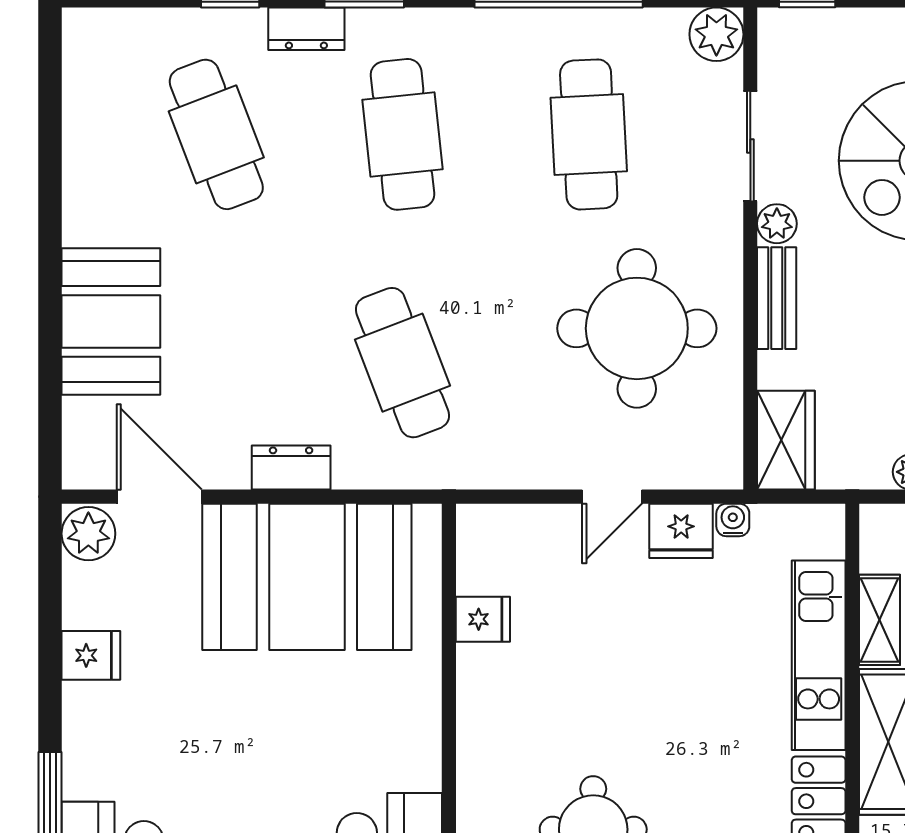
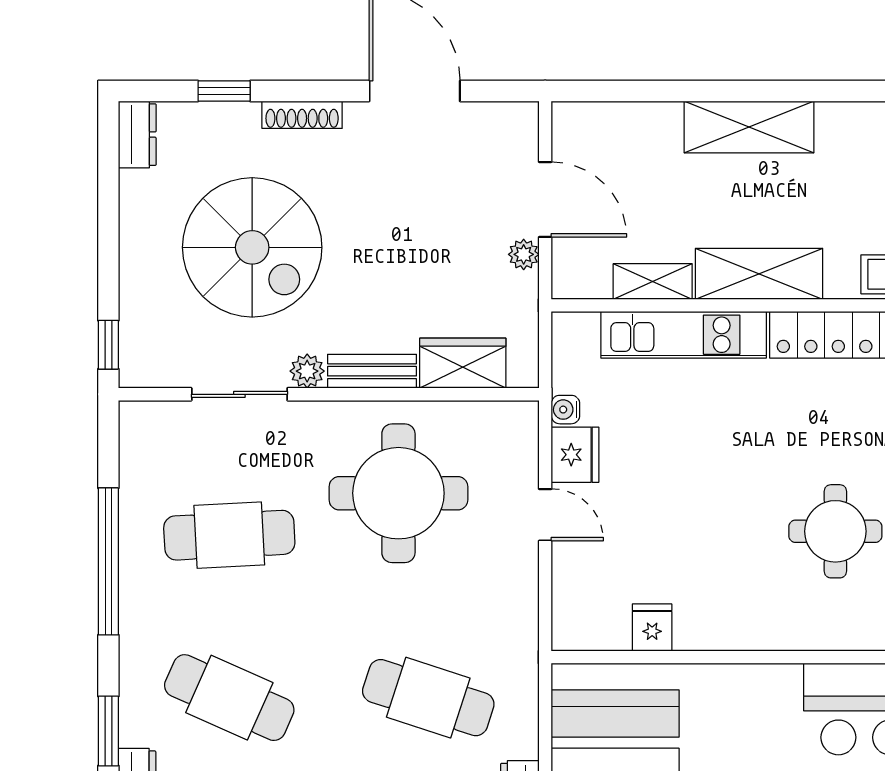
plant: (716, 34) -> (142, 424), removed
cafe table: (402, 134) -> (229, 698), turned 30
cafe table: (402, 363) -> (428, 698), turned 39
wardrobe: (786, 440) -> (463, 363), moved

